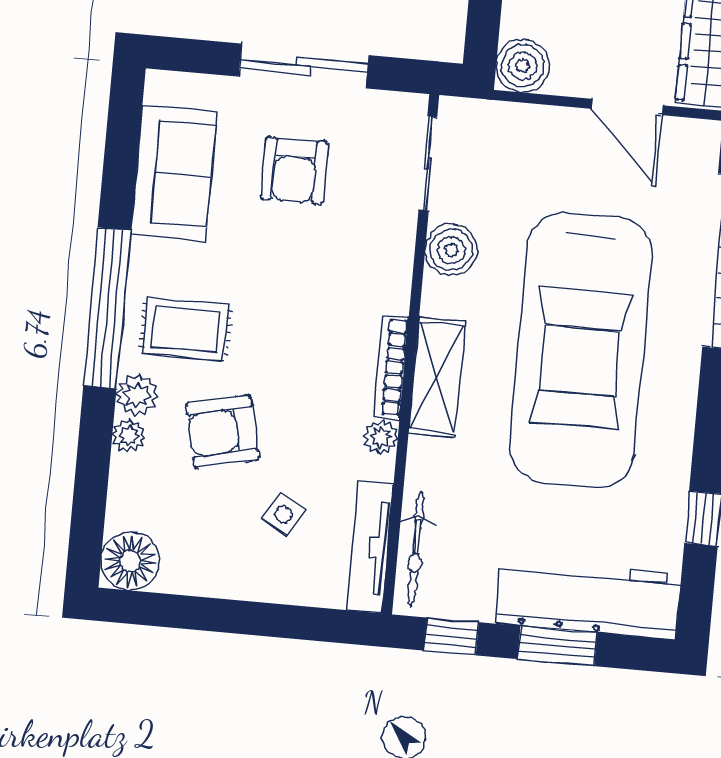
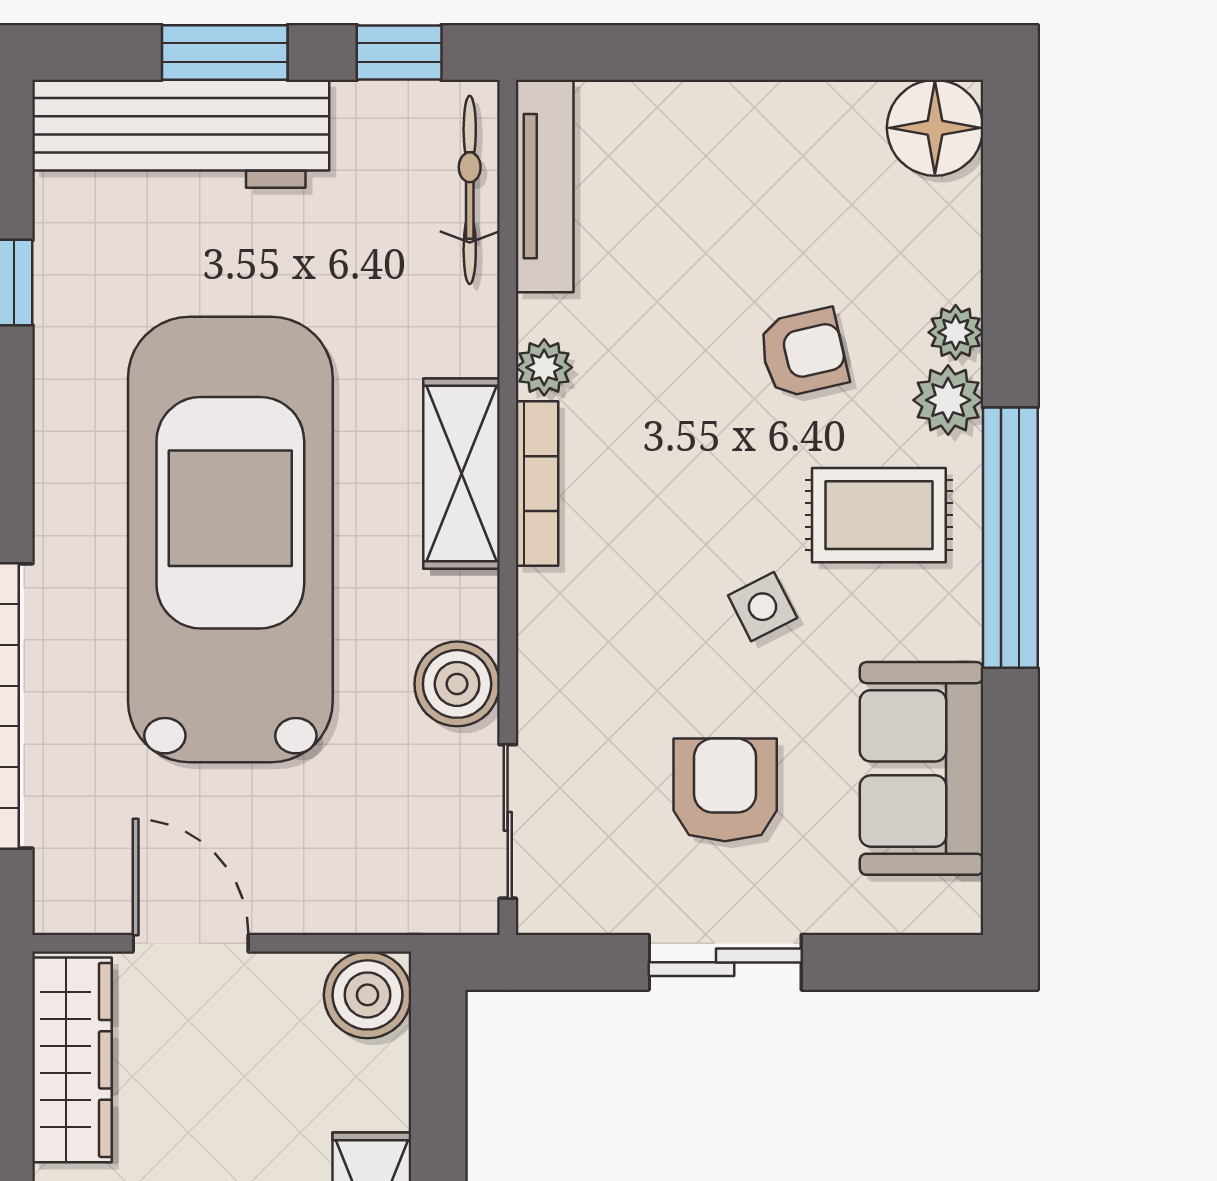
sliding door: (304, 66) -> (725, 962), width x0.73
armchair: (223, 432) -> (803, 353), width x0.72, depth x0.72
side table: (283, 515) -> (763, 607), moved, turned 33

